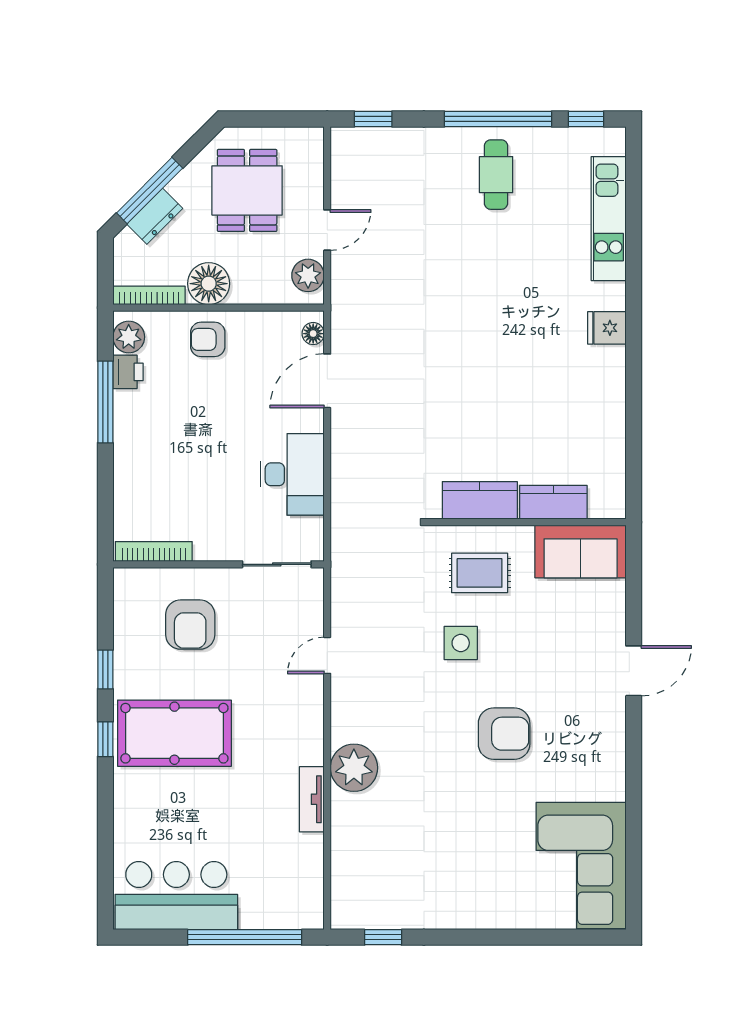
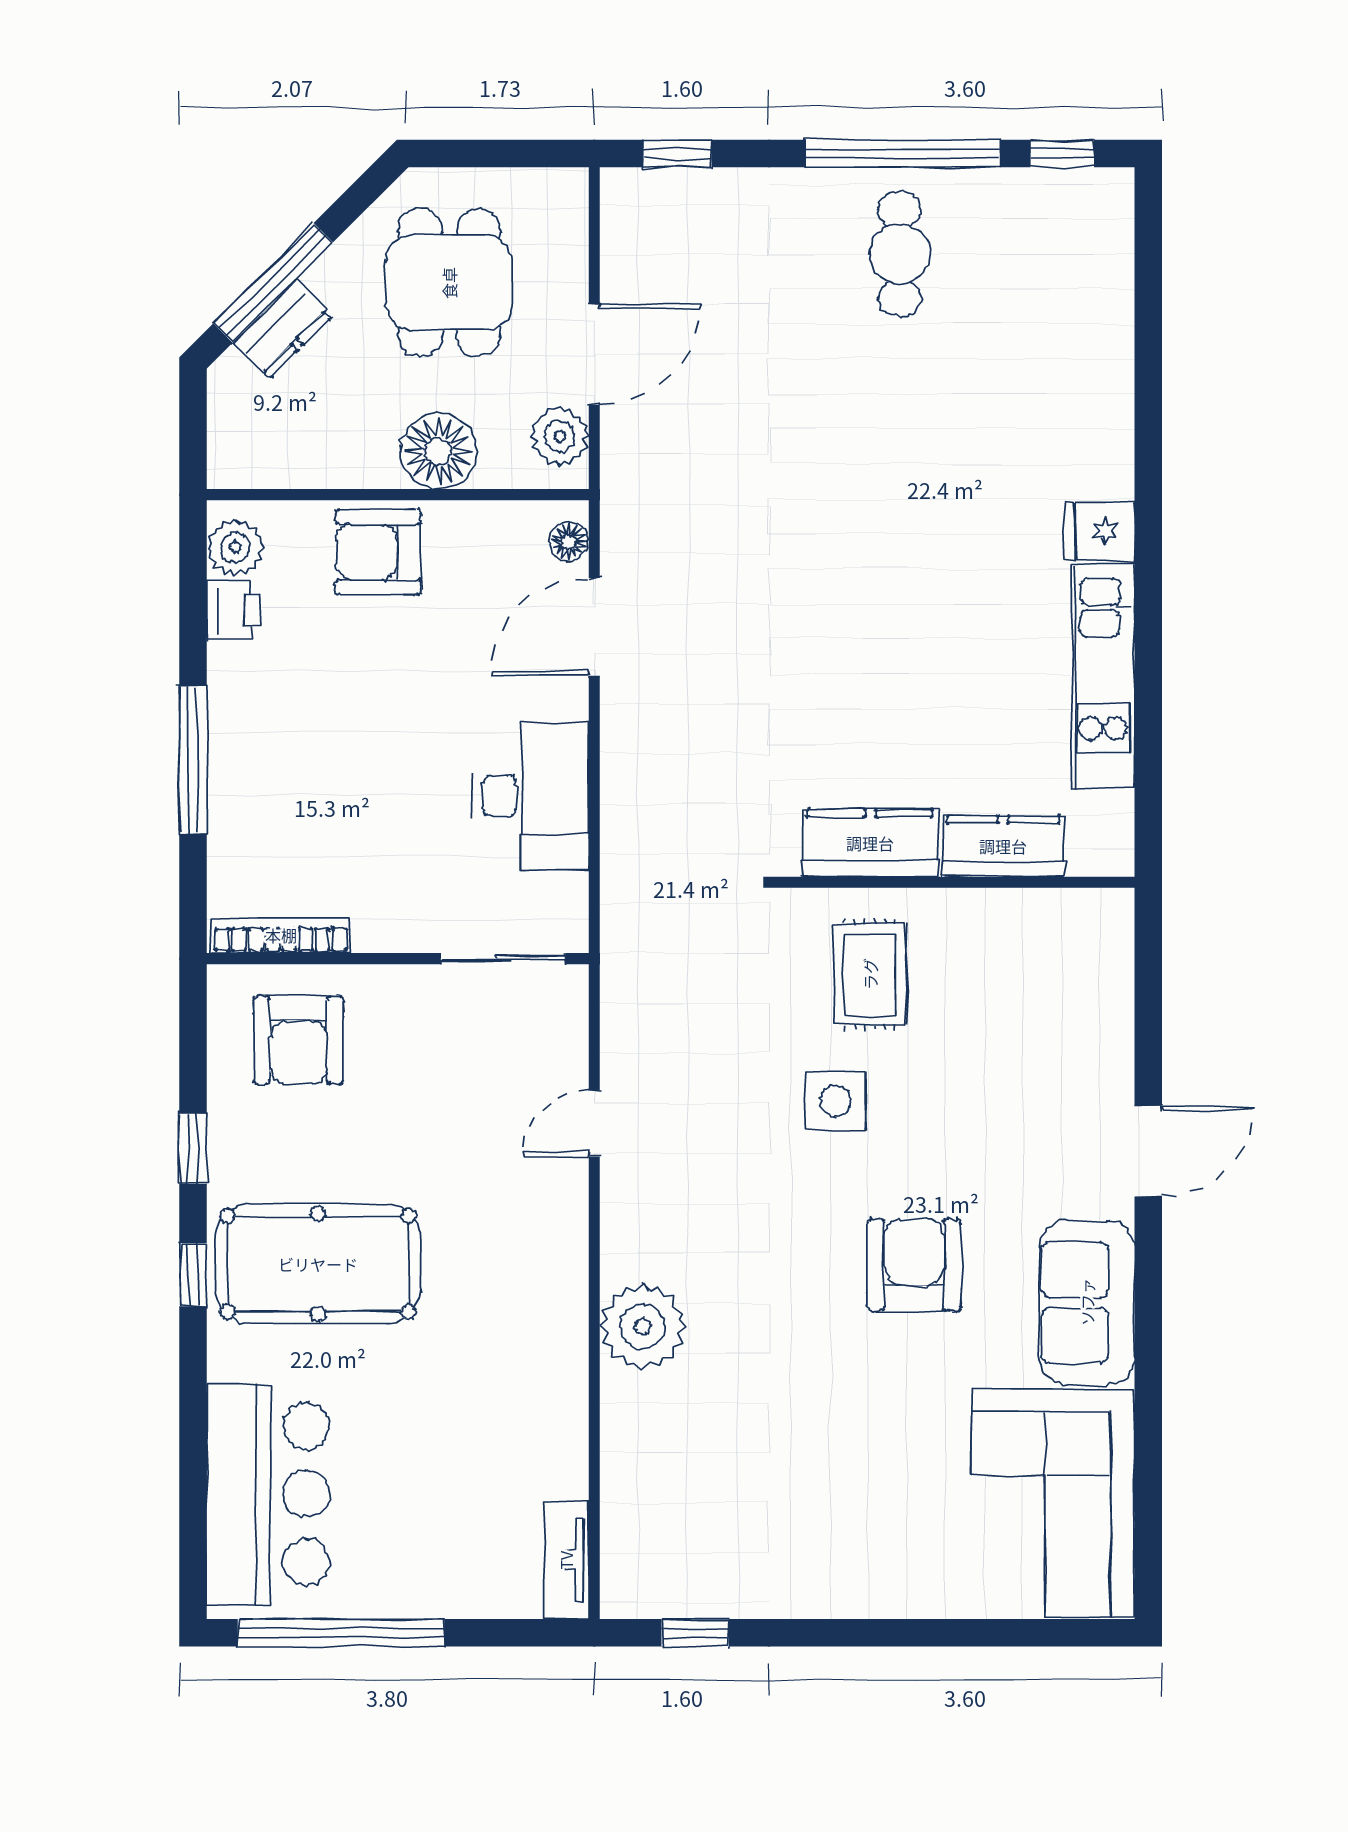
kitchen unit: (609, 219) -> (1103, 677), moved
door: (327, 230) -> (594, 354), width x1.38
floor lamp: (209, 284) -> (438, 451), moved
bookcase: (149, 295) -> (272, 472), removed
armchair: (208, 339) -> (378, 552), width x1.38, depth x1.38
window: (105, 402) -> (193, 760), moved
sofa: (581, 551) -> (1087, 1302), moved, turned 90
rug: (480, 573) -> (870, 974), turned 90
armchair: (190, 625) -> (299, 1040), moved
armchair: (504, 734) -> (914, 1265), turned -90
tv unit: (312, 799) -> (566, 1560), moved
bar counter: (176, 896) -> (268, 1494), moved, turned 90
window: (245, 937) -> (341, 1633), moved

